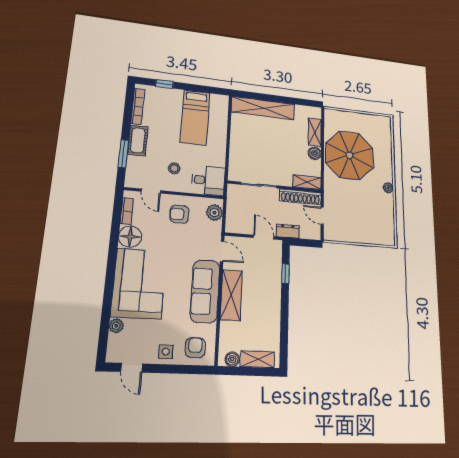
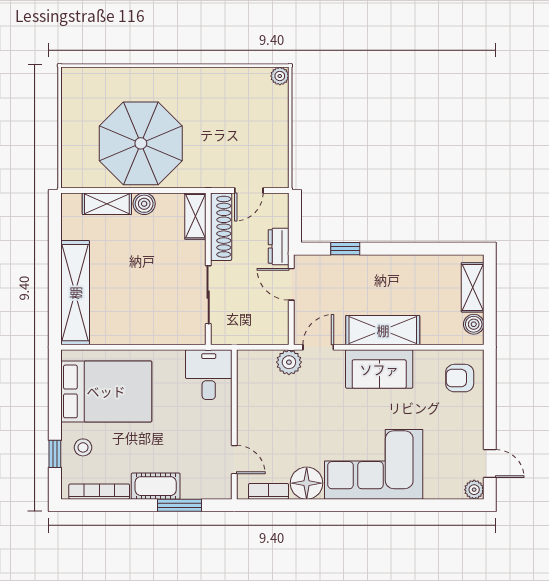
bed: (195, 117) -> (106, 391), width x1.50
stool: (174, 168) -> (83, 447), moved
plant: (388, 188) -> (280, 76), moved
door: (151, 191) -> (234, 460), hinge flipped
plant: (214, 213) -> (289, 362), moved
armchair: (179, 214) -> (266, 415), removed
door: (264, 237) -> (291, 284), hinge flipped
sofa: (205, 291) -> (379, 369), width x0.73
plant: (116, 326) -> (474, 490), moved
side table: (166, 352) -> (467, 419), removed
door: (132, 368) -> (490, 464), hinge flipped

